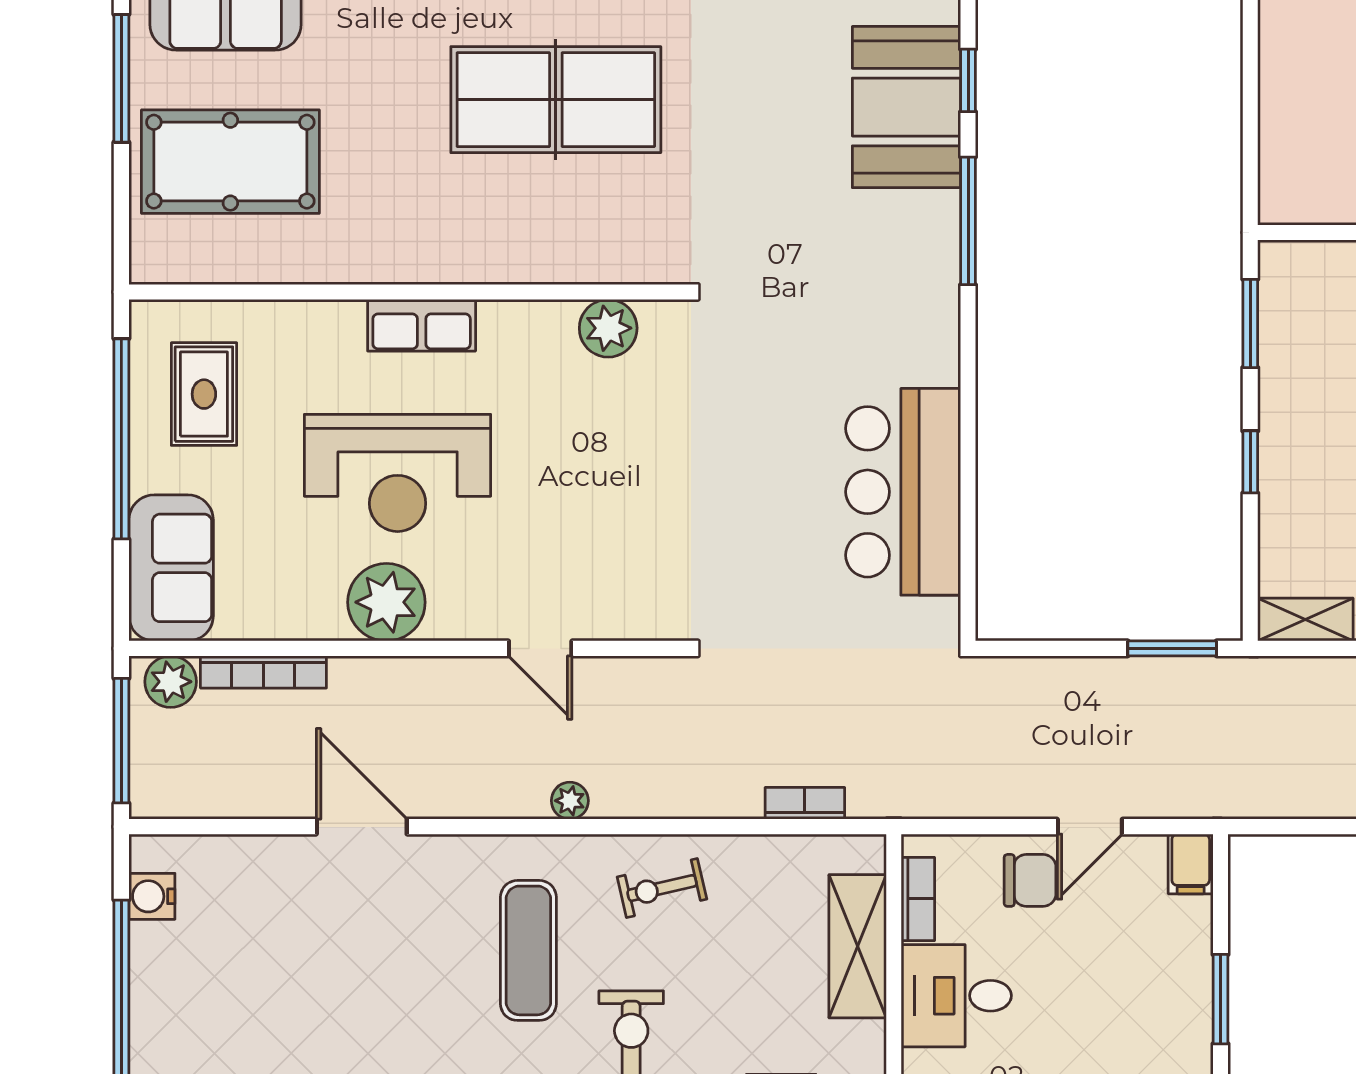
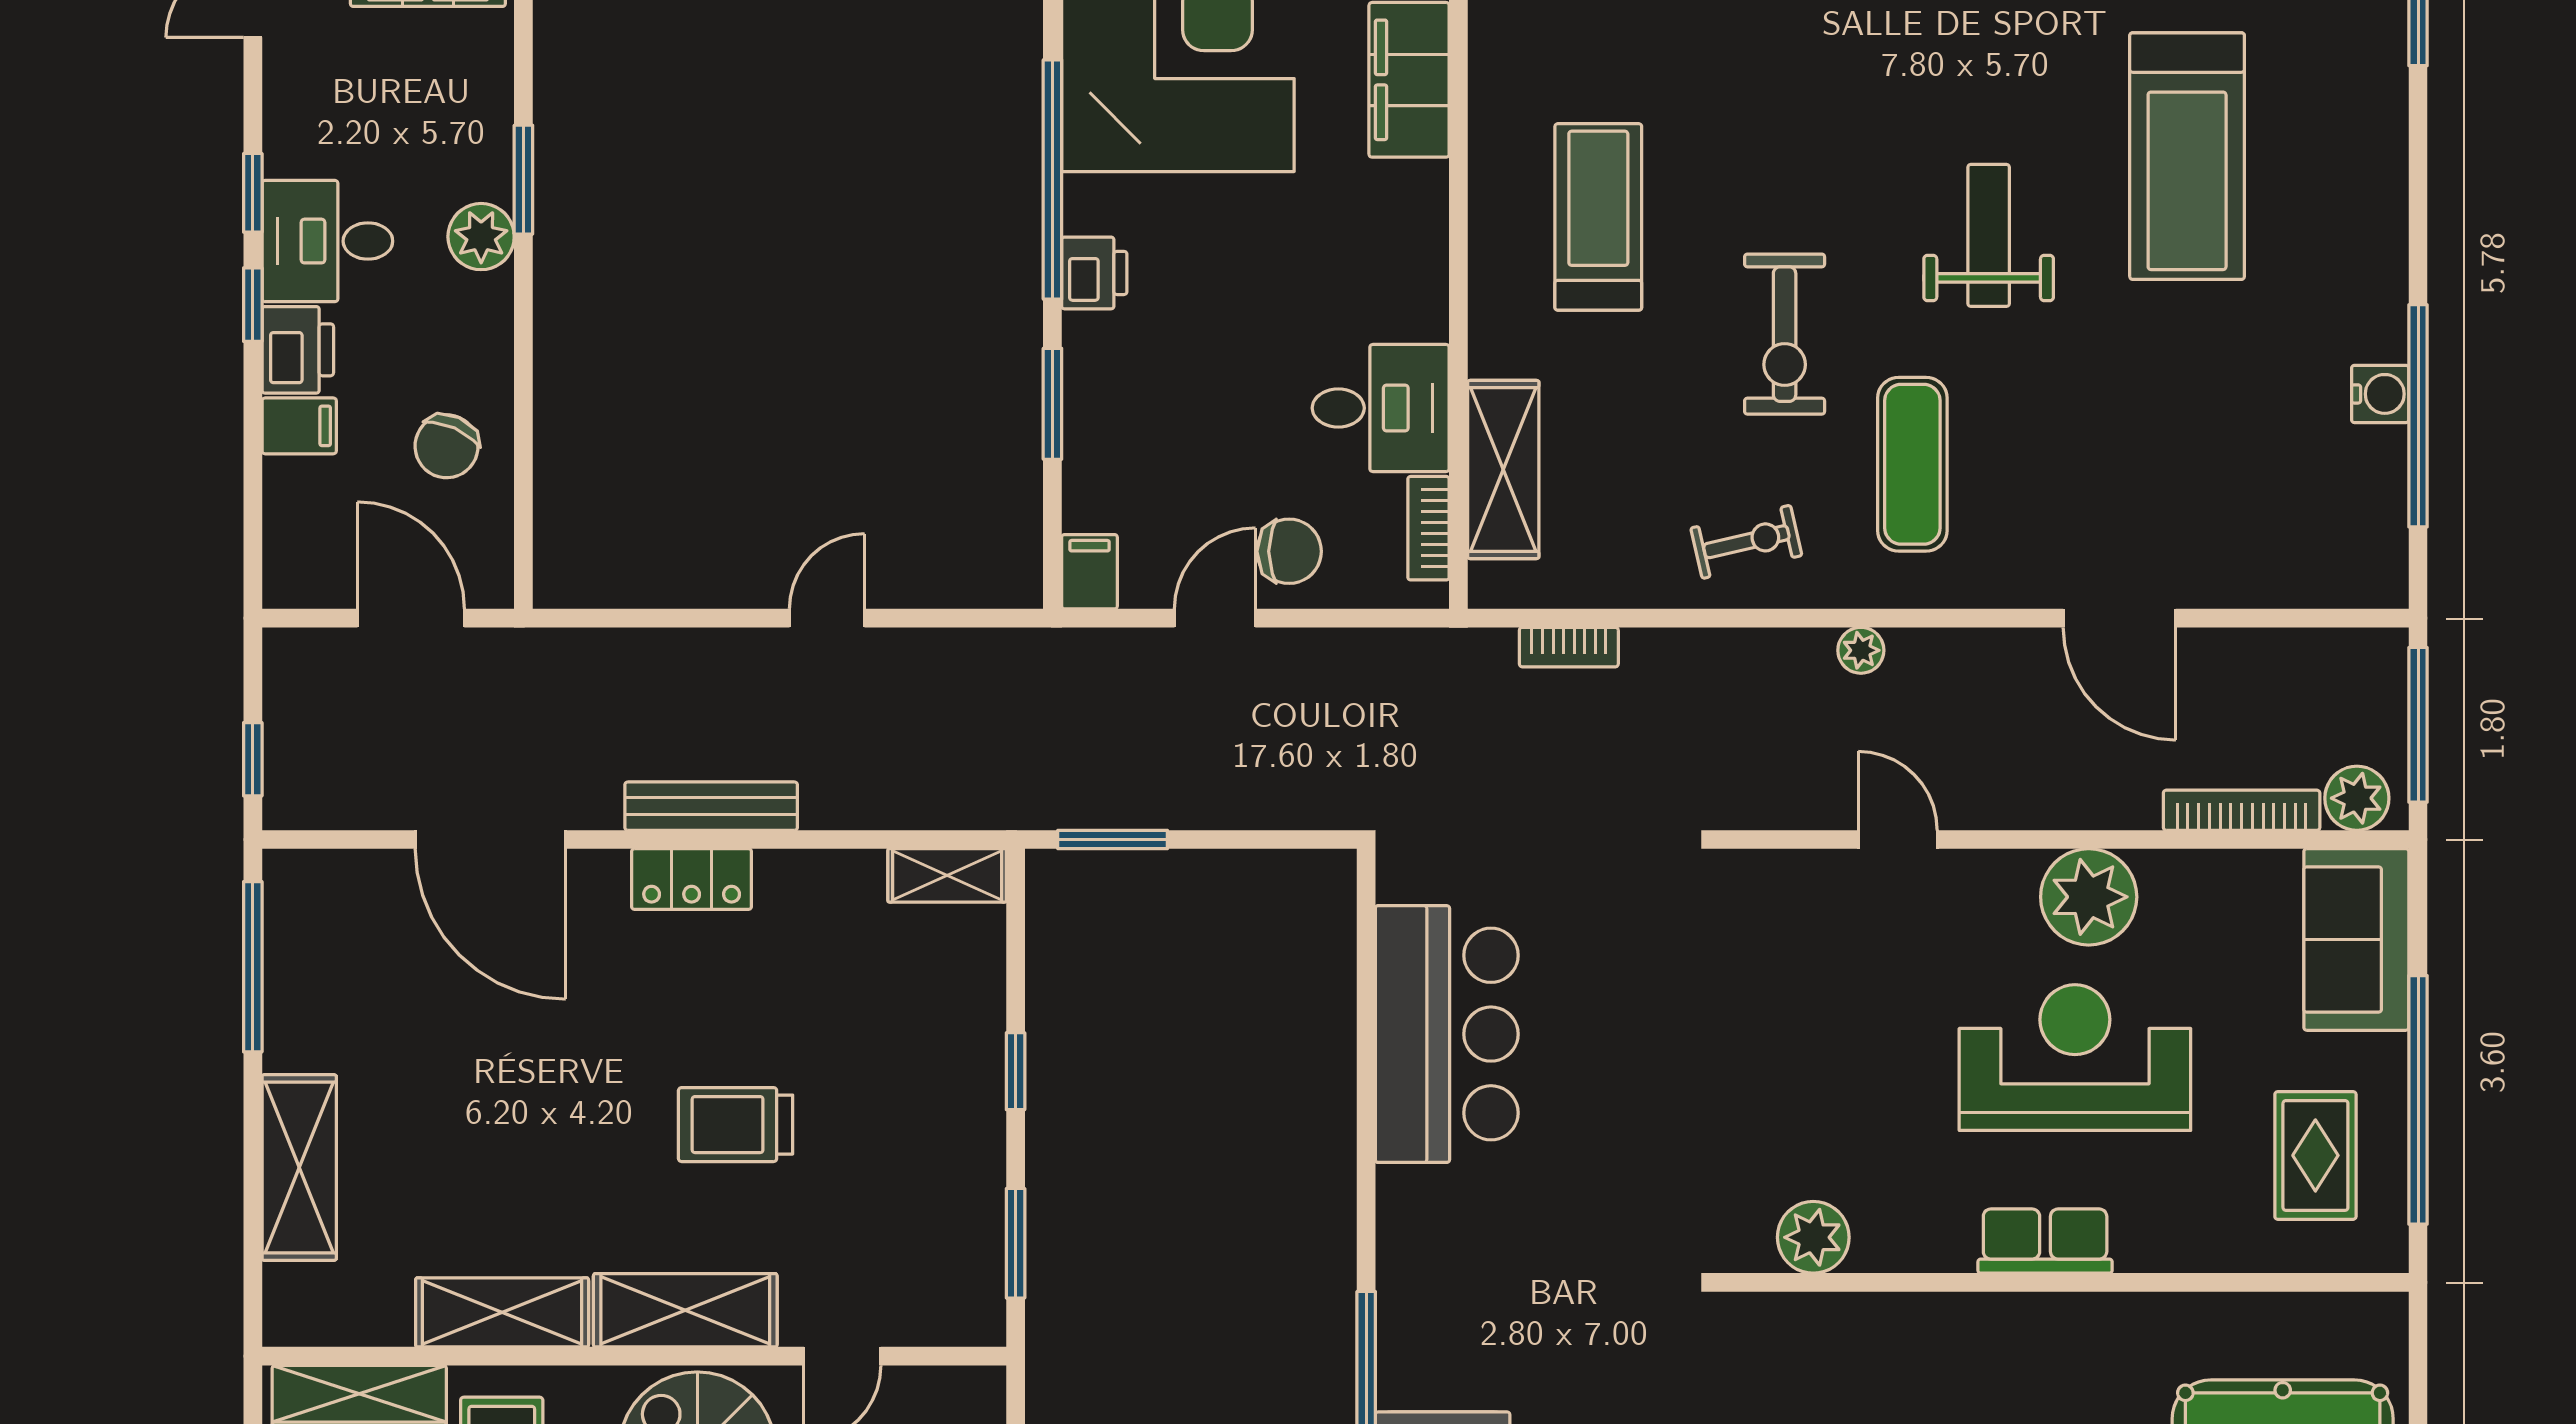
chair: (1030, 880) -> (1289, 551), turned 180
water cooler: (152, 896) -> (2380, 394), moved

